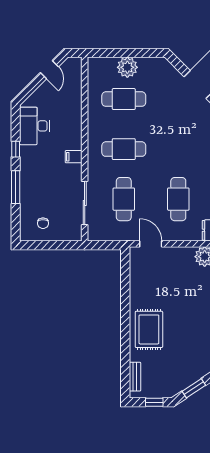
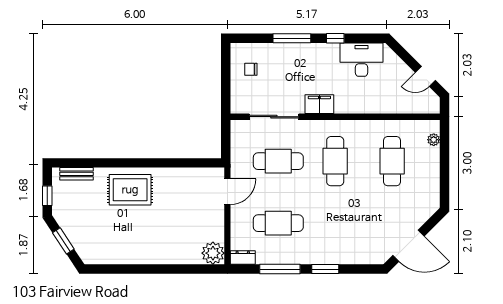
plant: (127, 67) -> (434, 140), moved, width x0.53, depth x0.53
filing cabinet: (74, 157) -> (319, 104), width x2.00

